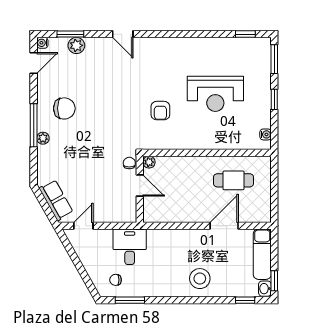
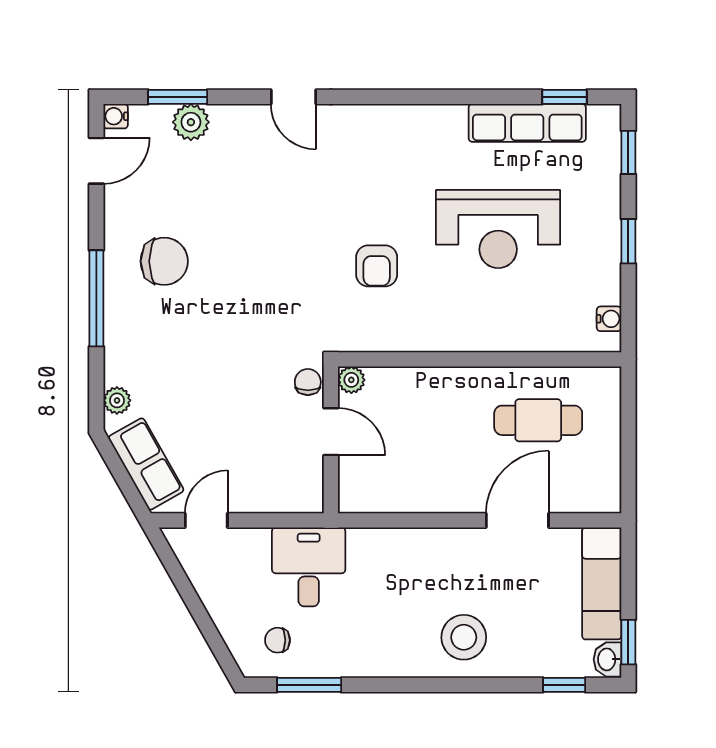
row of seats: (229, 46) -> (527, 123), added
window: (274, 59) -> (628, 152), width x0.67
plant: (43, 138) -> (117, 400), moved

